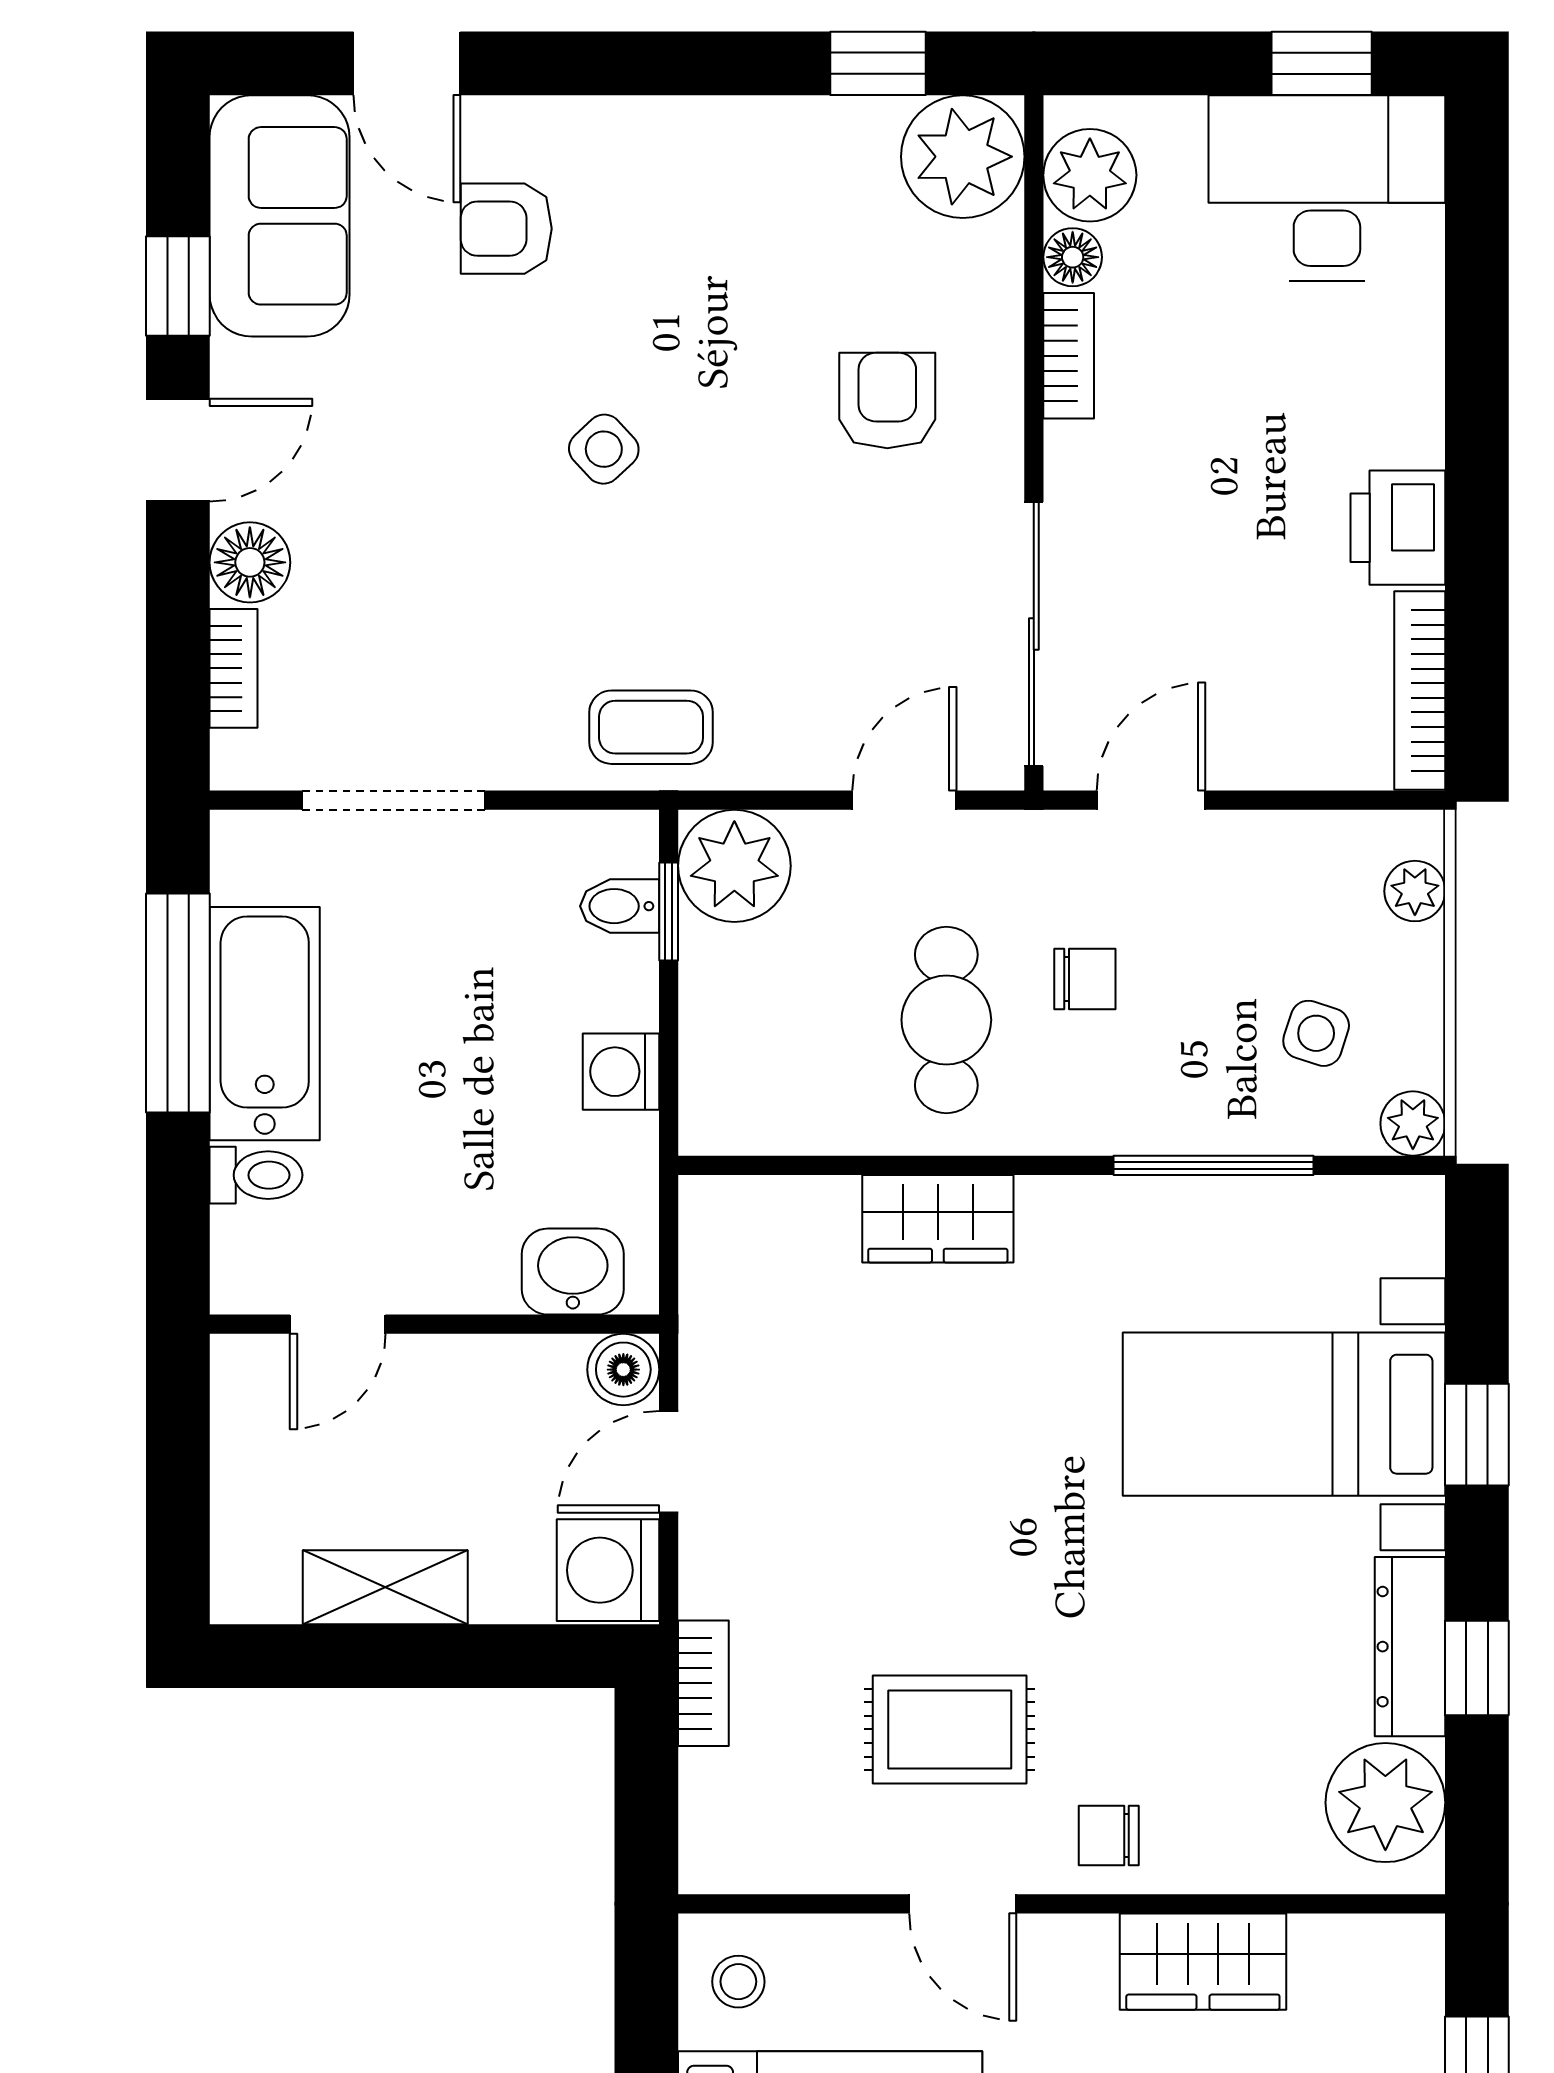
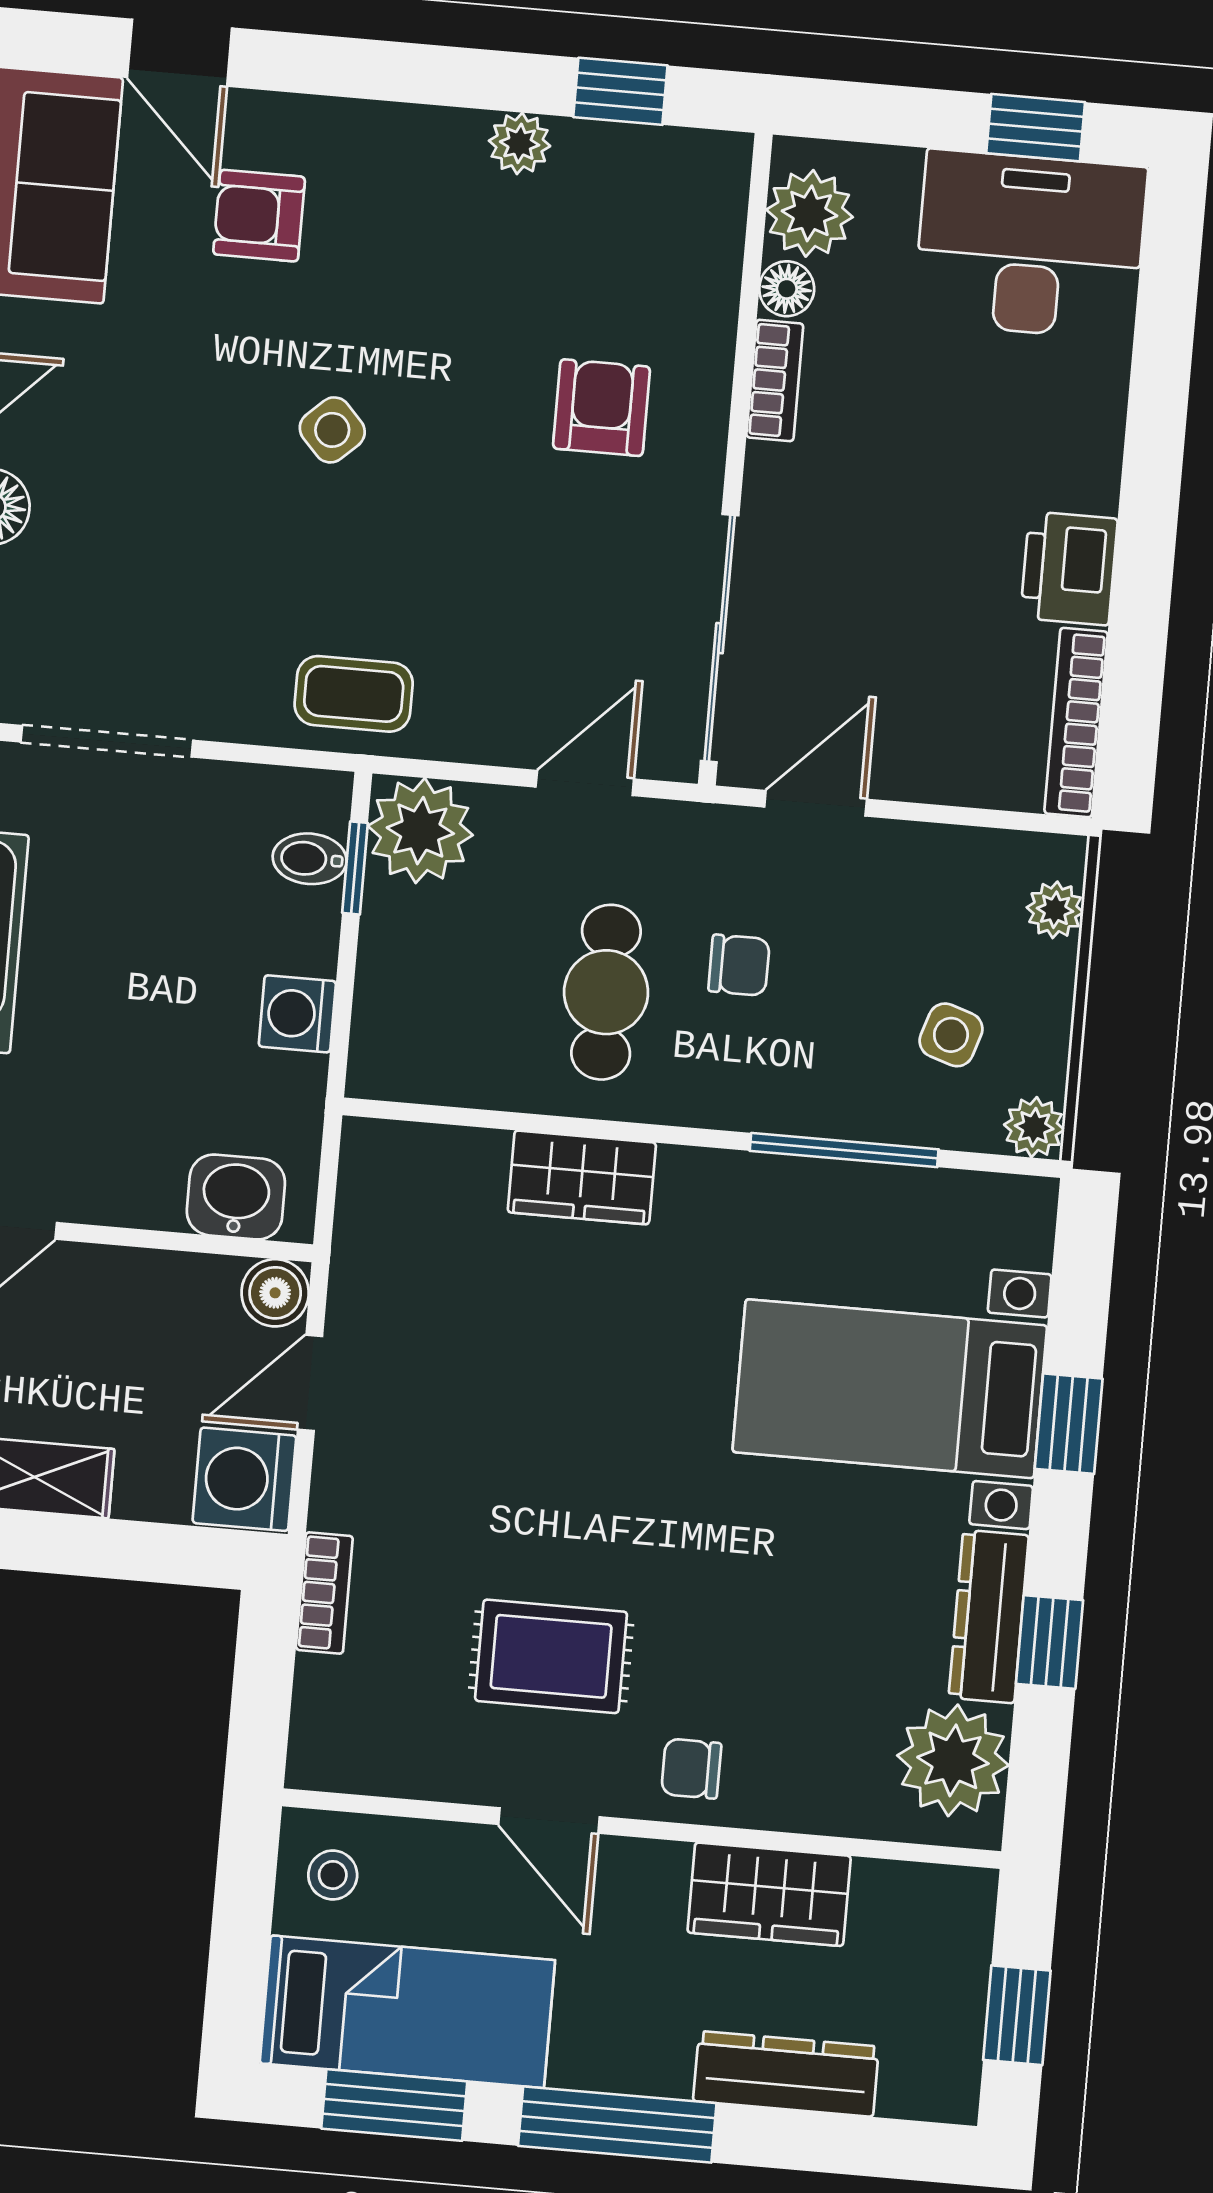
plant: (963, 157) -> (520, 143), moved, width x0.53, depth x0.53

